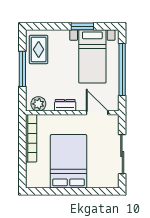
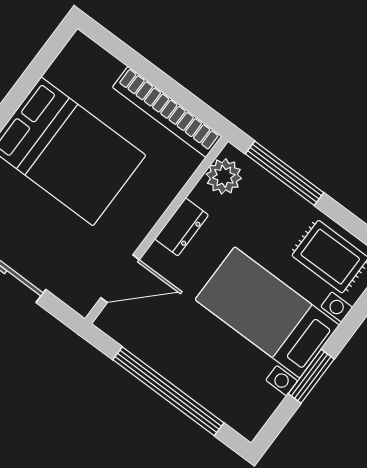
bed with nightstands: (92, 56) -> (267, 312), moved
window: (22, 69) -> (284, 173), moved

